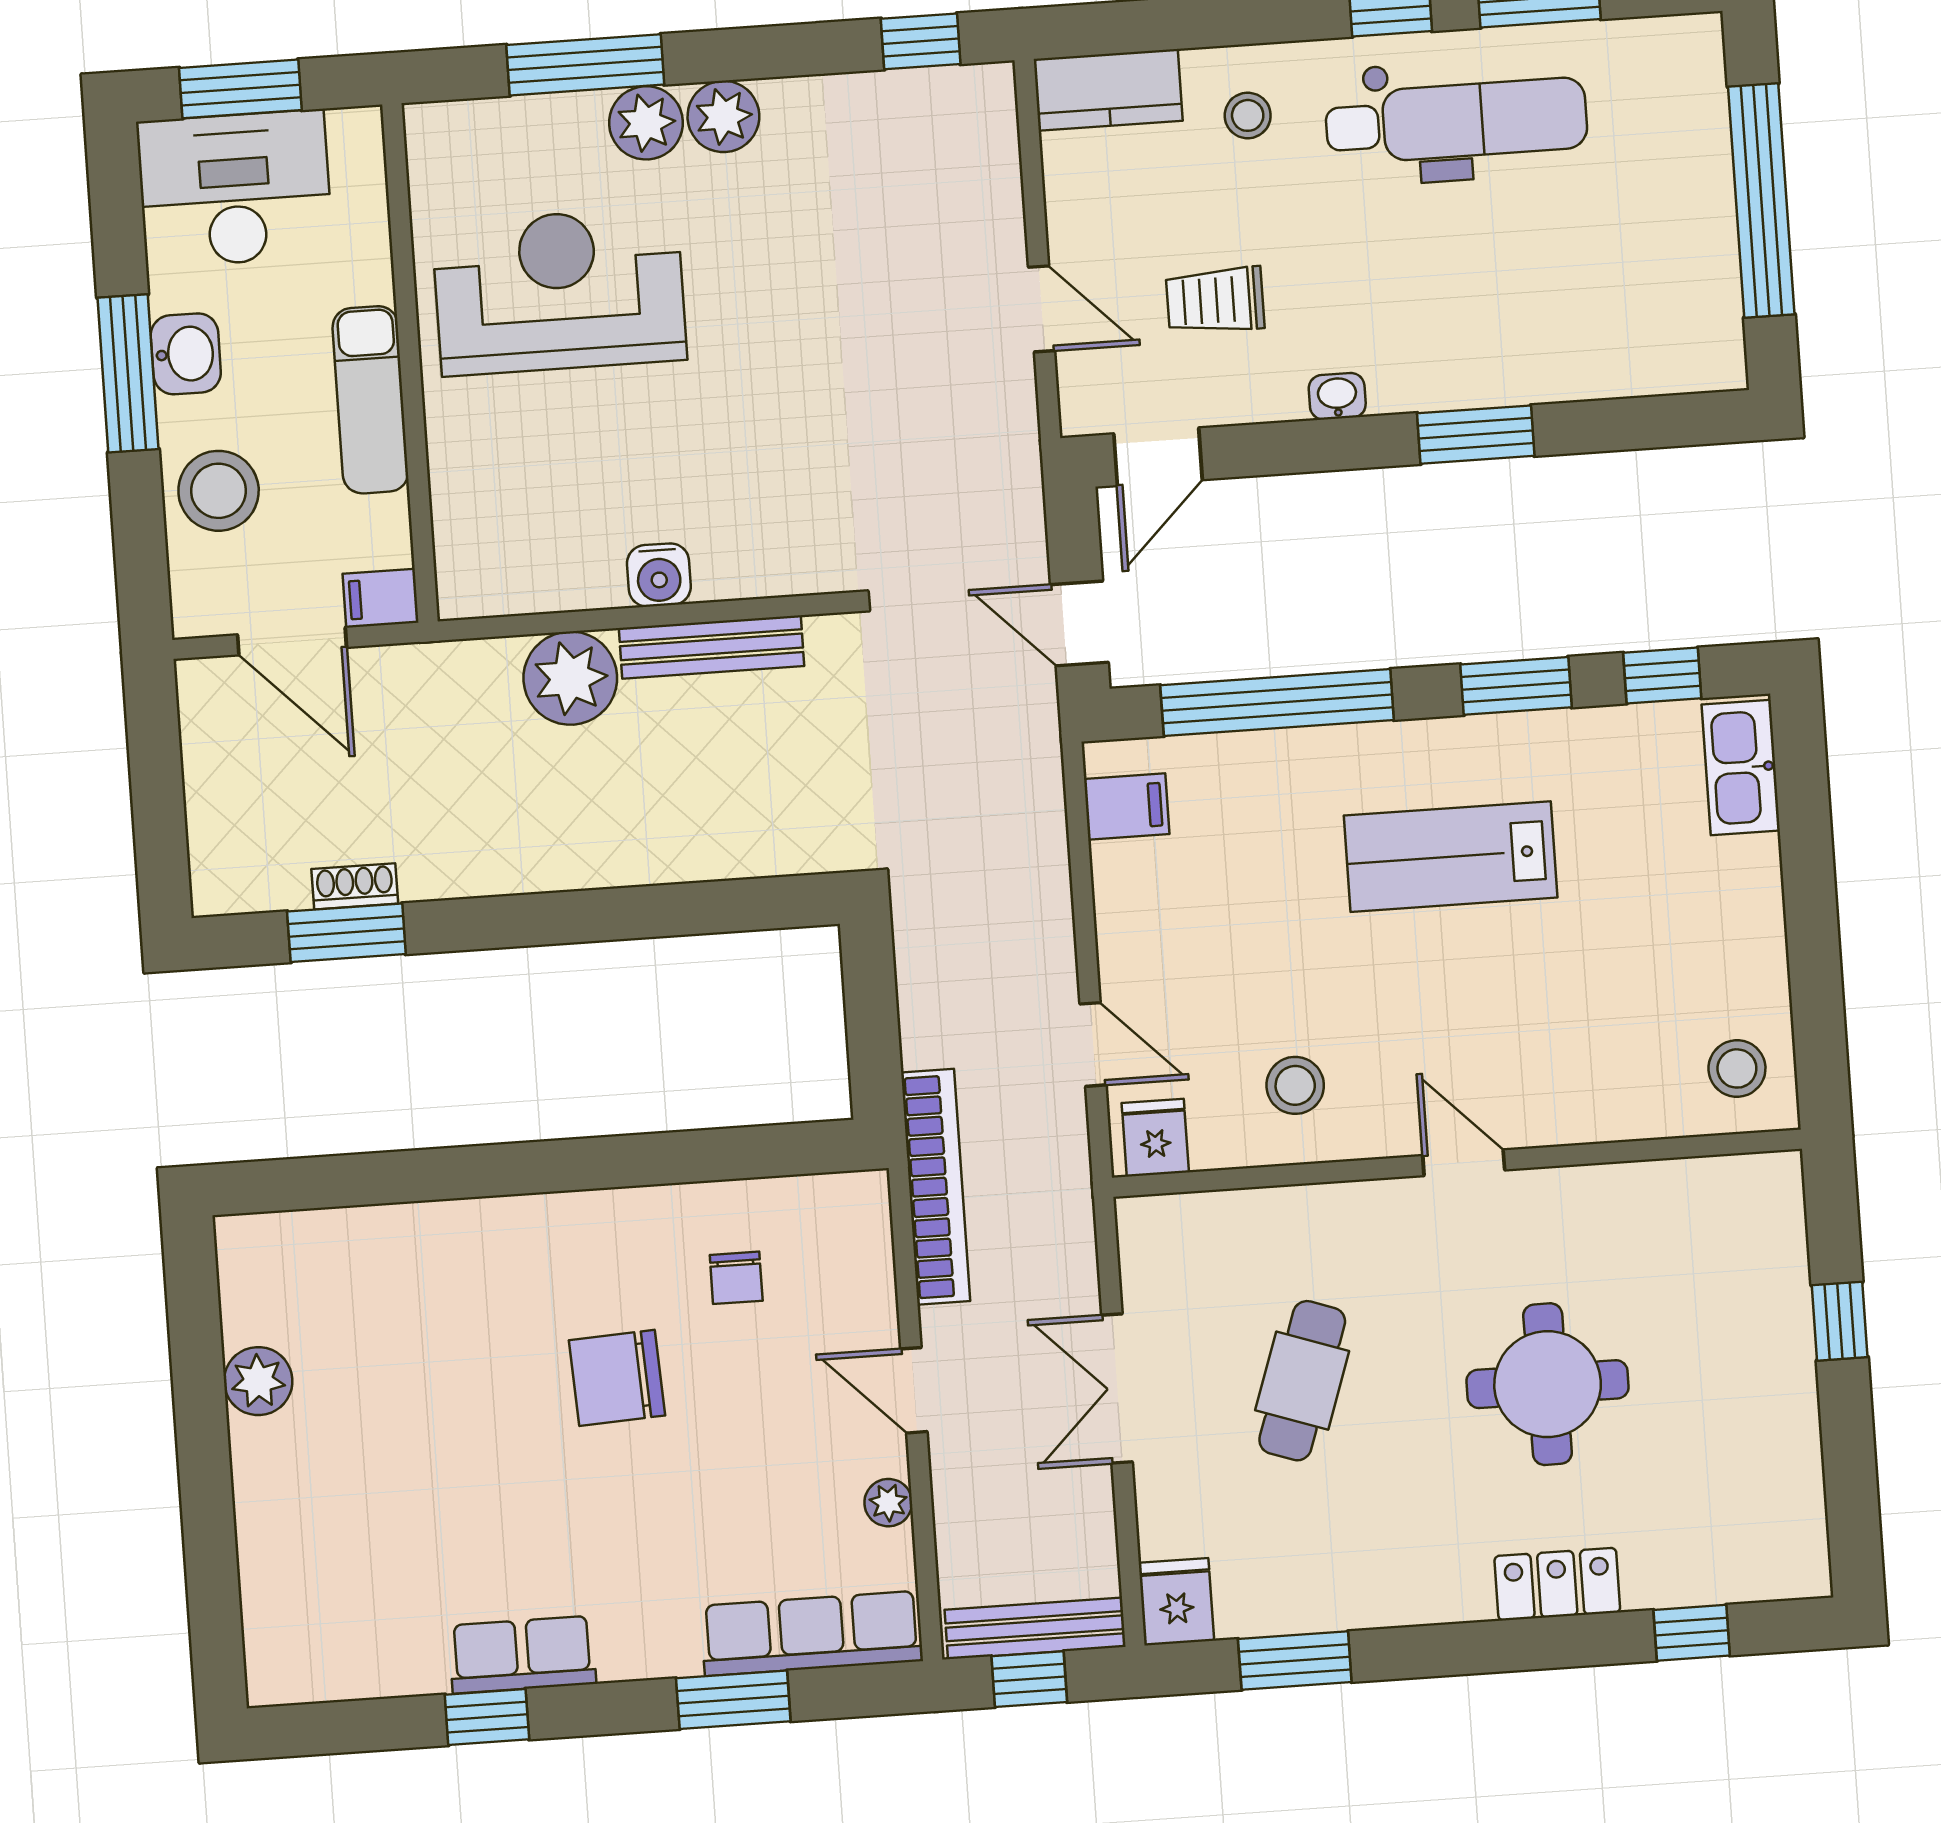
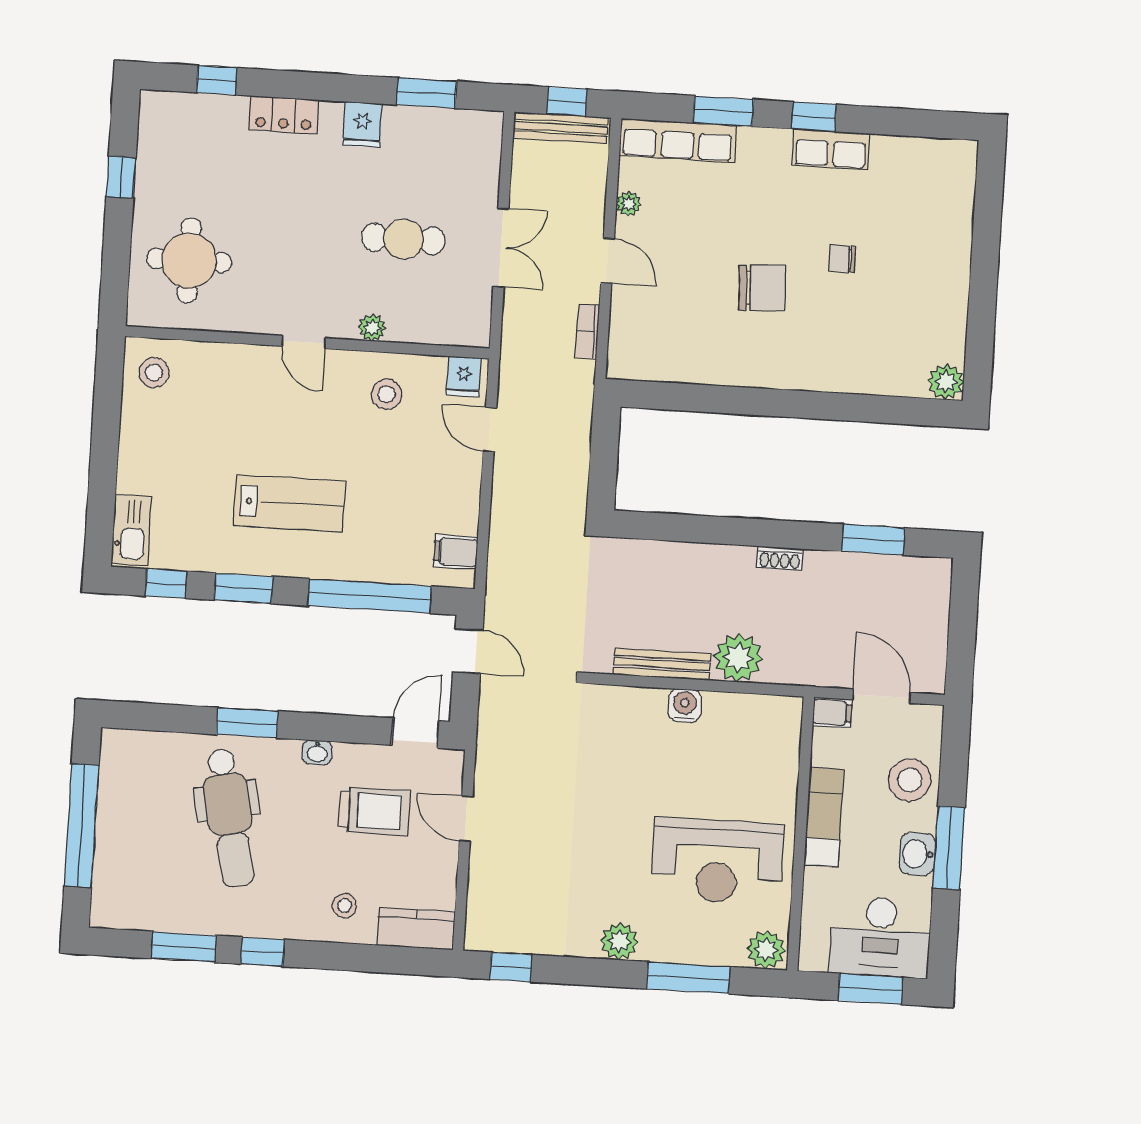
dental chair: (1456, 121) -> (229, 818), moved, turned -102
plant: (646, 123) -> (766, 950), moved
trolley: (1215, 300) -> (374, 811), width x1.36, depth x1.39
shoe rack: (355, 886) -> (780, 558), moved
bookcase: (936, 1187) -> (587, 331), width x0.43, depth x0.76
plant: (1339, 1207) -> (372, 328), added
chair: (736, 1278) -> (842, 258), moved, turned -90
window: (1840, 1321) -> (121, 177), moved
plant: (258, 1381) -> (946, 382), moved
cafe table: (1302, 1381) -> (403, 239), turned 71
round table: (1548, 1384) -> (189, 260), moved
fridge: (1176, 1602) -> (363, 124), moved
window: (487, 1717) -> (814, 117), moved

